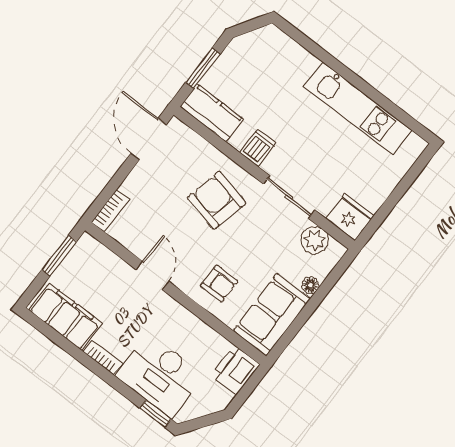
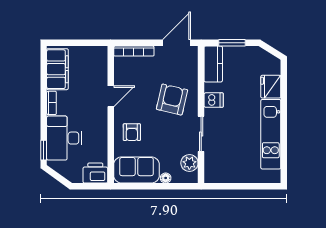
bookcase: (110, 211) -> (134, 51), width x1.56
fridge: (350, 217) -> (271, 87), moved, turned 180
window: (59, 256) -> (85, 43), removed

